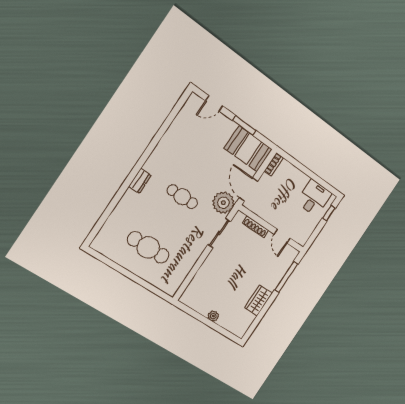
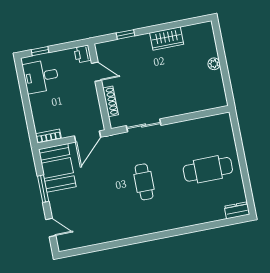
dresser: (140, 181) -> (237, 210), moved
plant: (223, 203) -> (117, 146), removed
door: (282, 236) -> (97, 72), hinge flipped
printer: (301, 238) -> (83, 54), added
cafe table: (148, 247) -> (208, 169), turned 90
window: (286, 277) -> (126, 34), width x0.46

